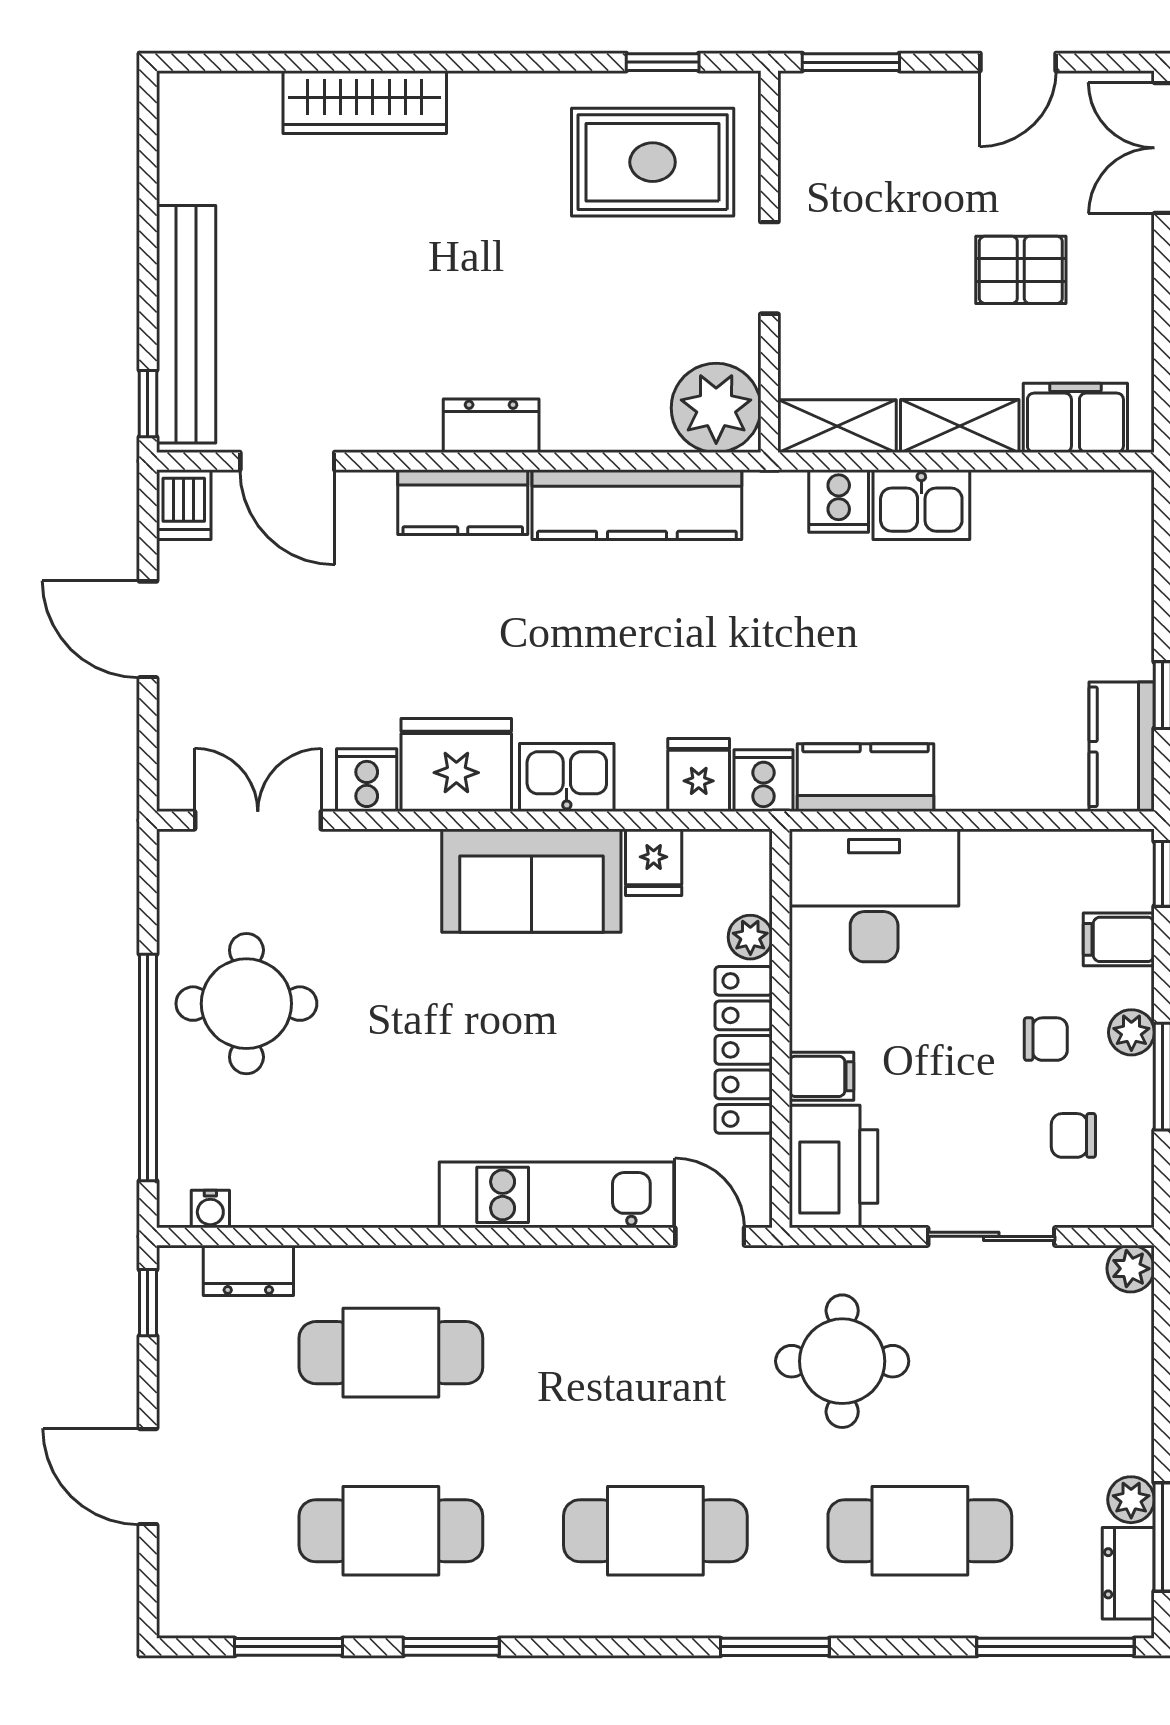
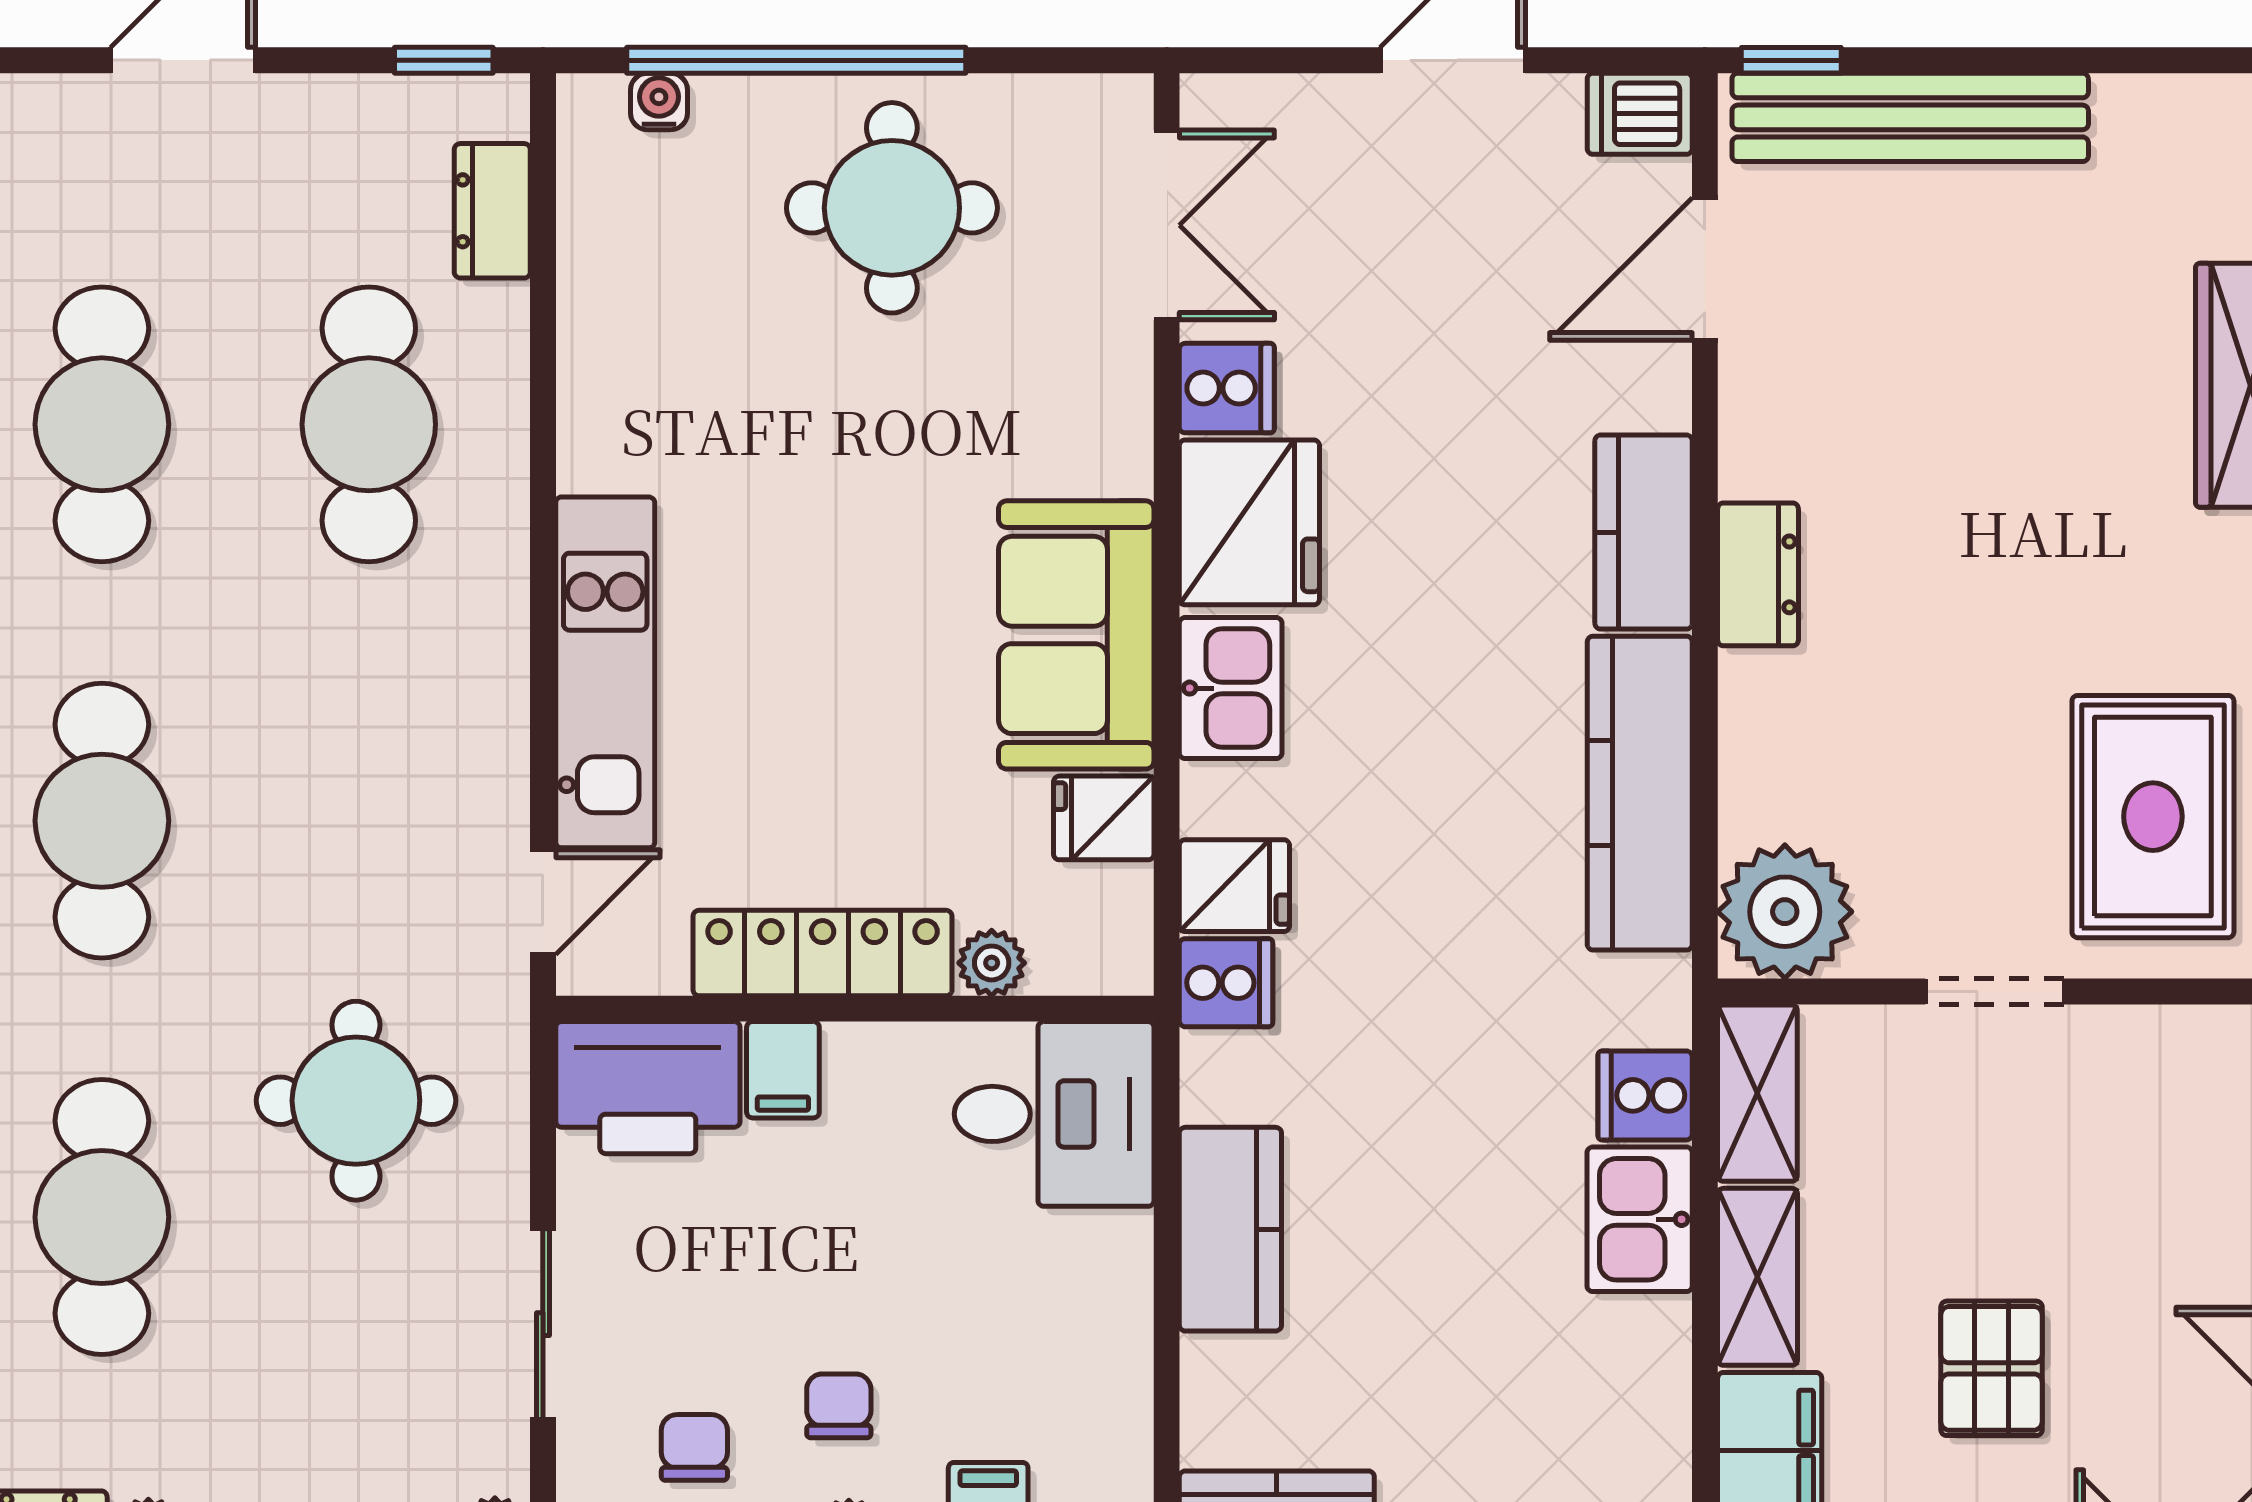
kitchen counter: (865, 778) -> (1230, 1229), moved
desk: (874, 895) -> (1054, 1114), width x0.73
chair: (1046, 1039) -> (839, 1406), turned 180
water cooler: (210, 1209) -> (659, 101), moved, turned 90

